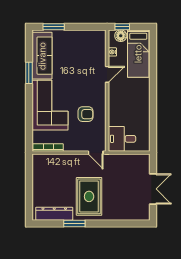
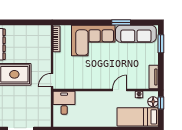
tv unit: (92, 35) -> (154, 77), added
door: (107, 74) -> (120, 90), swing flipped
armchair: (85, 114) -> (85, 71), removed

